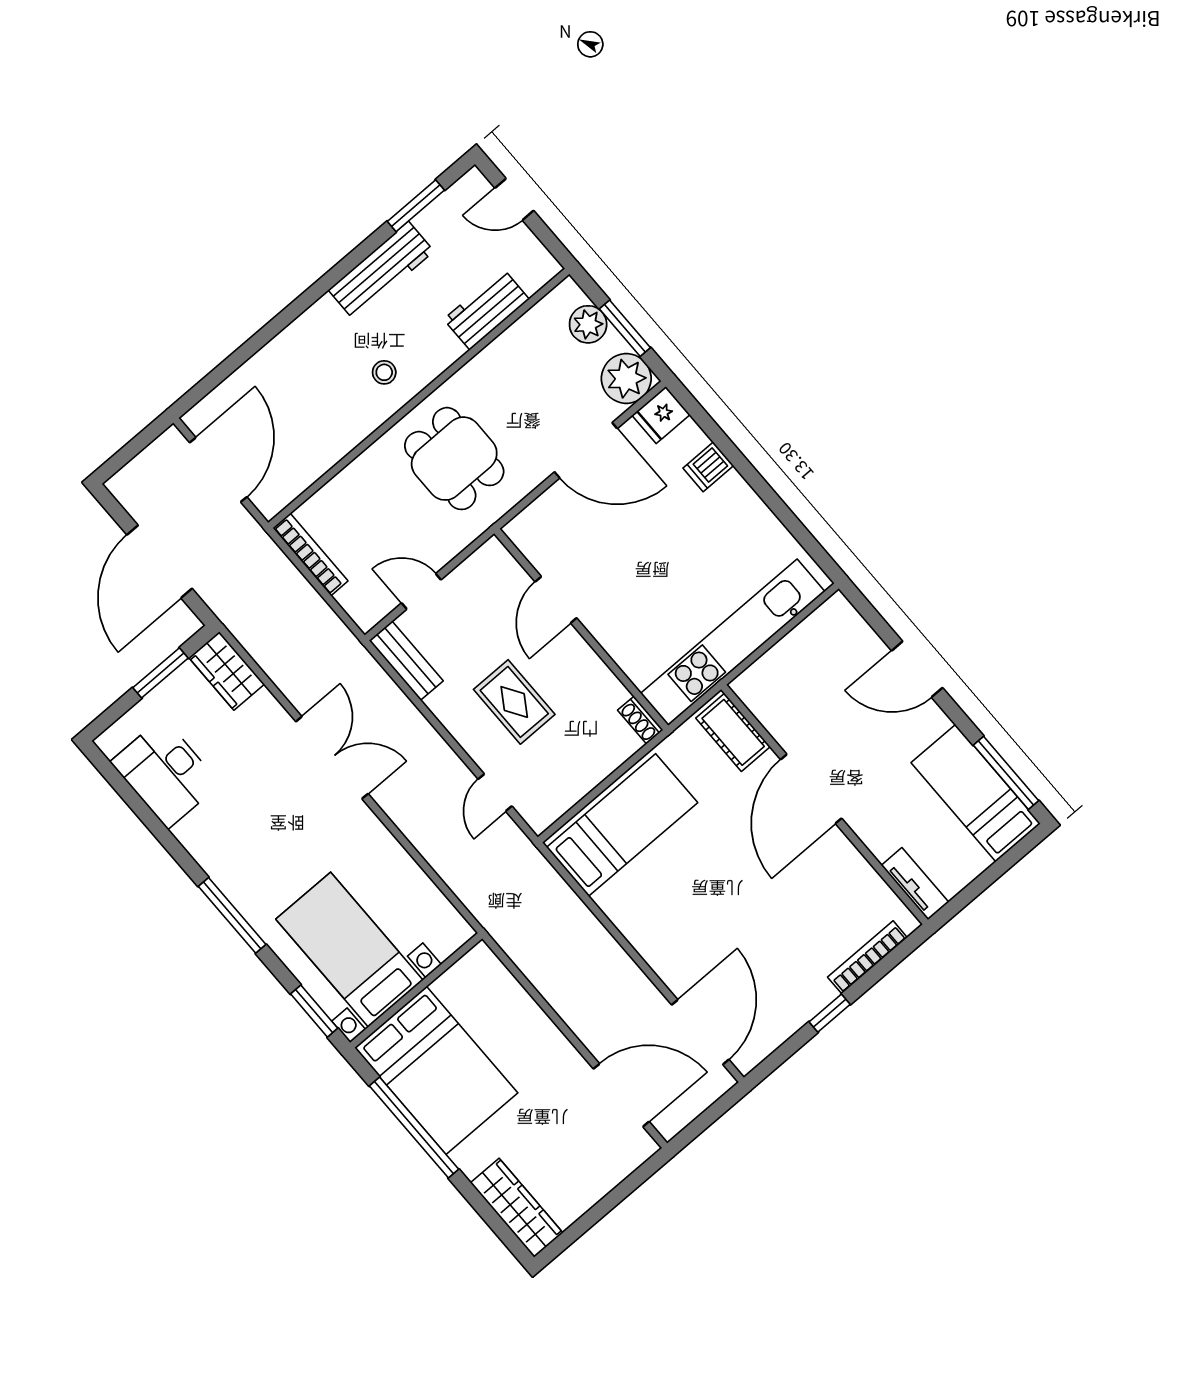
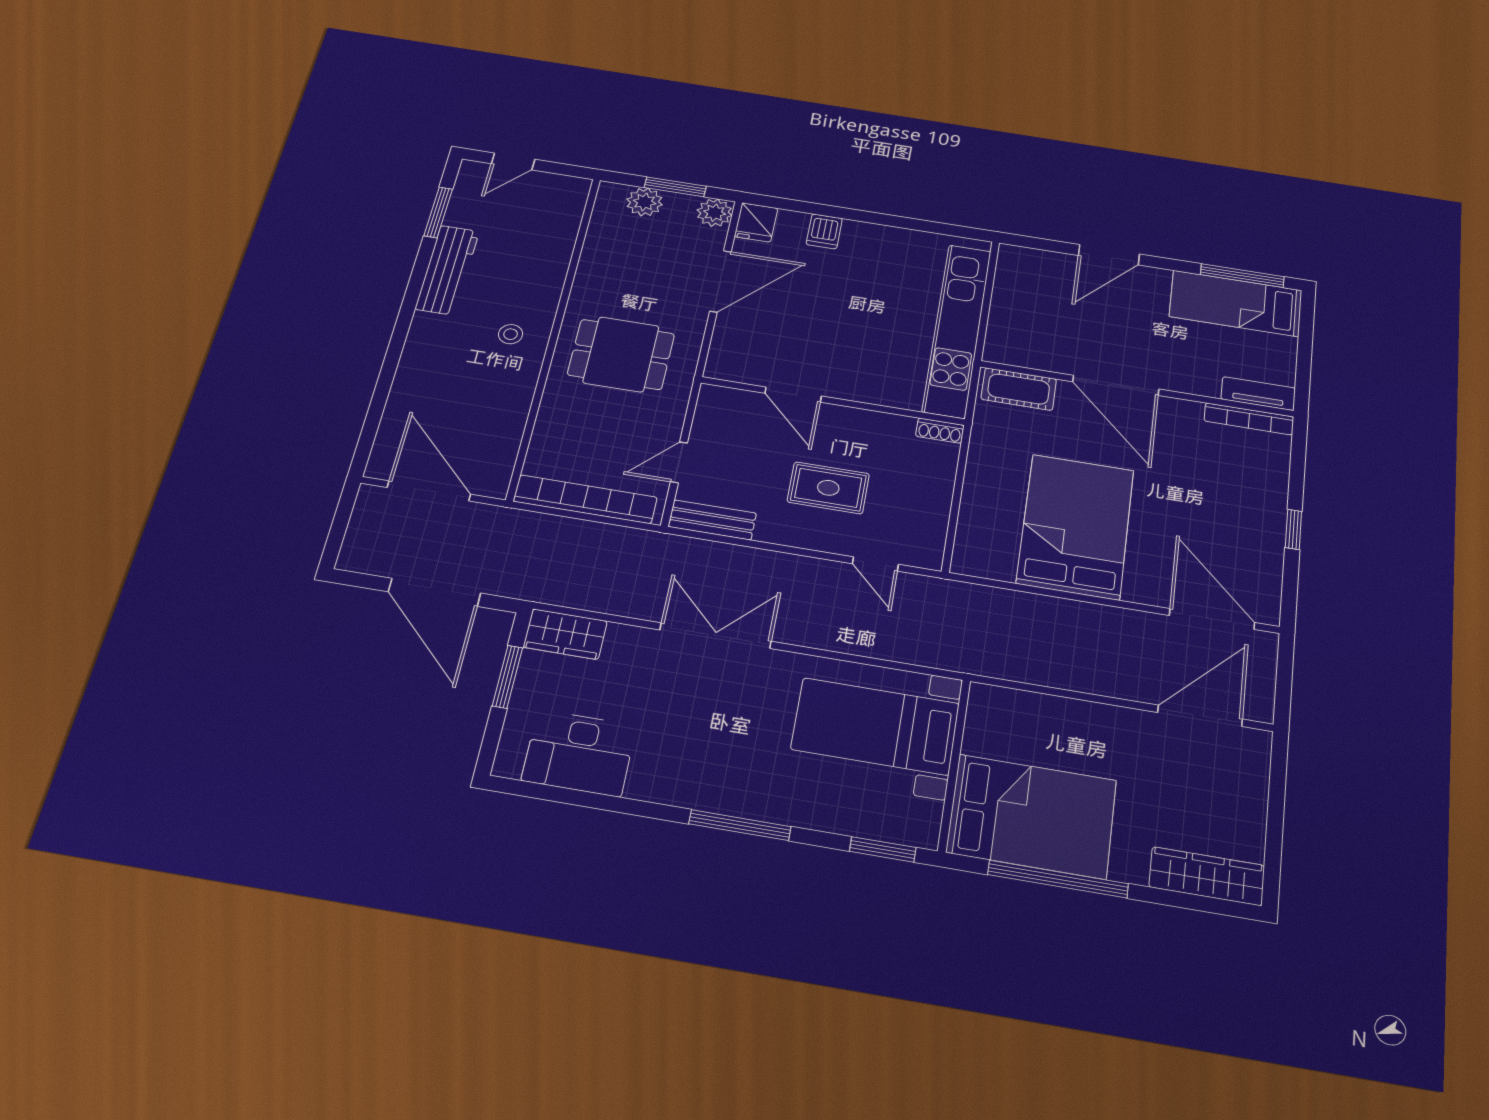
workbench: (486, 309) -> (556, 242), removed
plant: (626, 378) -> (715, 213), width x0.73, depth x0.73
bookcase: (310, 554) -> (585, 499), width x1.48, depth x1.31
bed: (622, 825) -> (1076, 526), moved, width x1.50
bed with nightstands: (349, 950) -> (875, 726), moved
bookcase: (867, 957) -> (1249, 419), moved, turned -90

